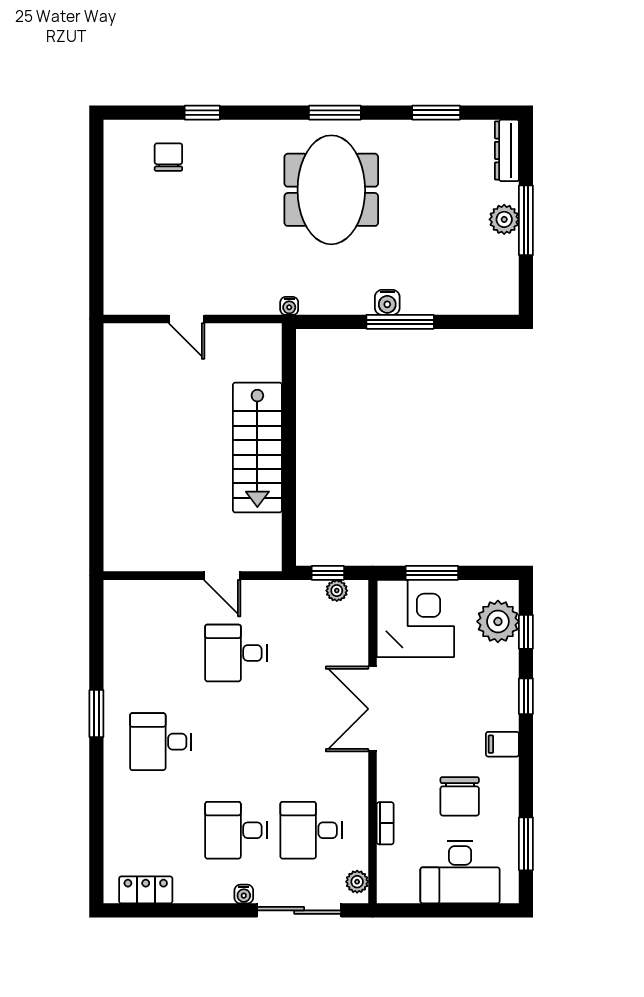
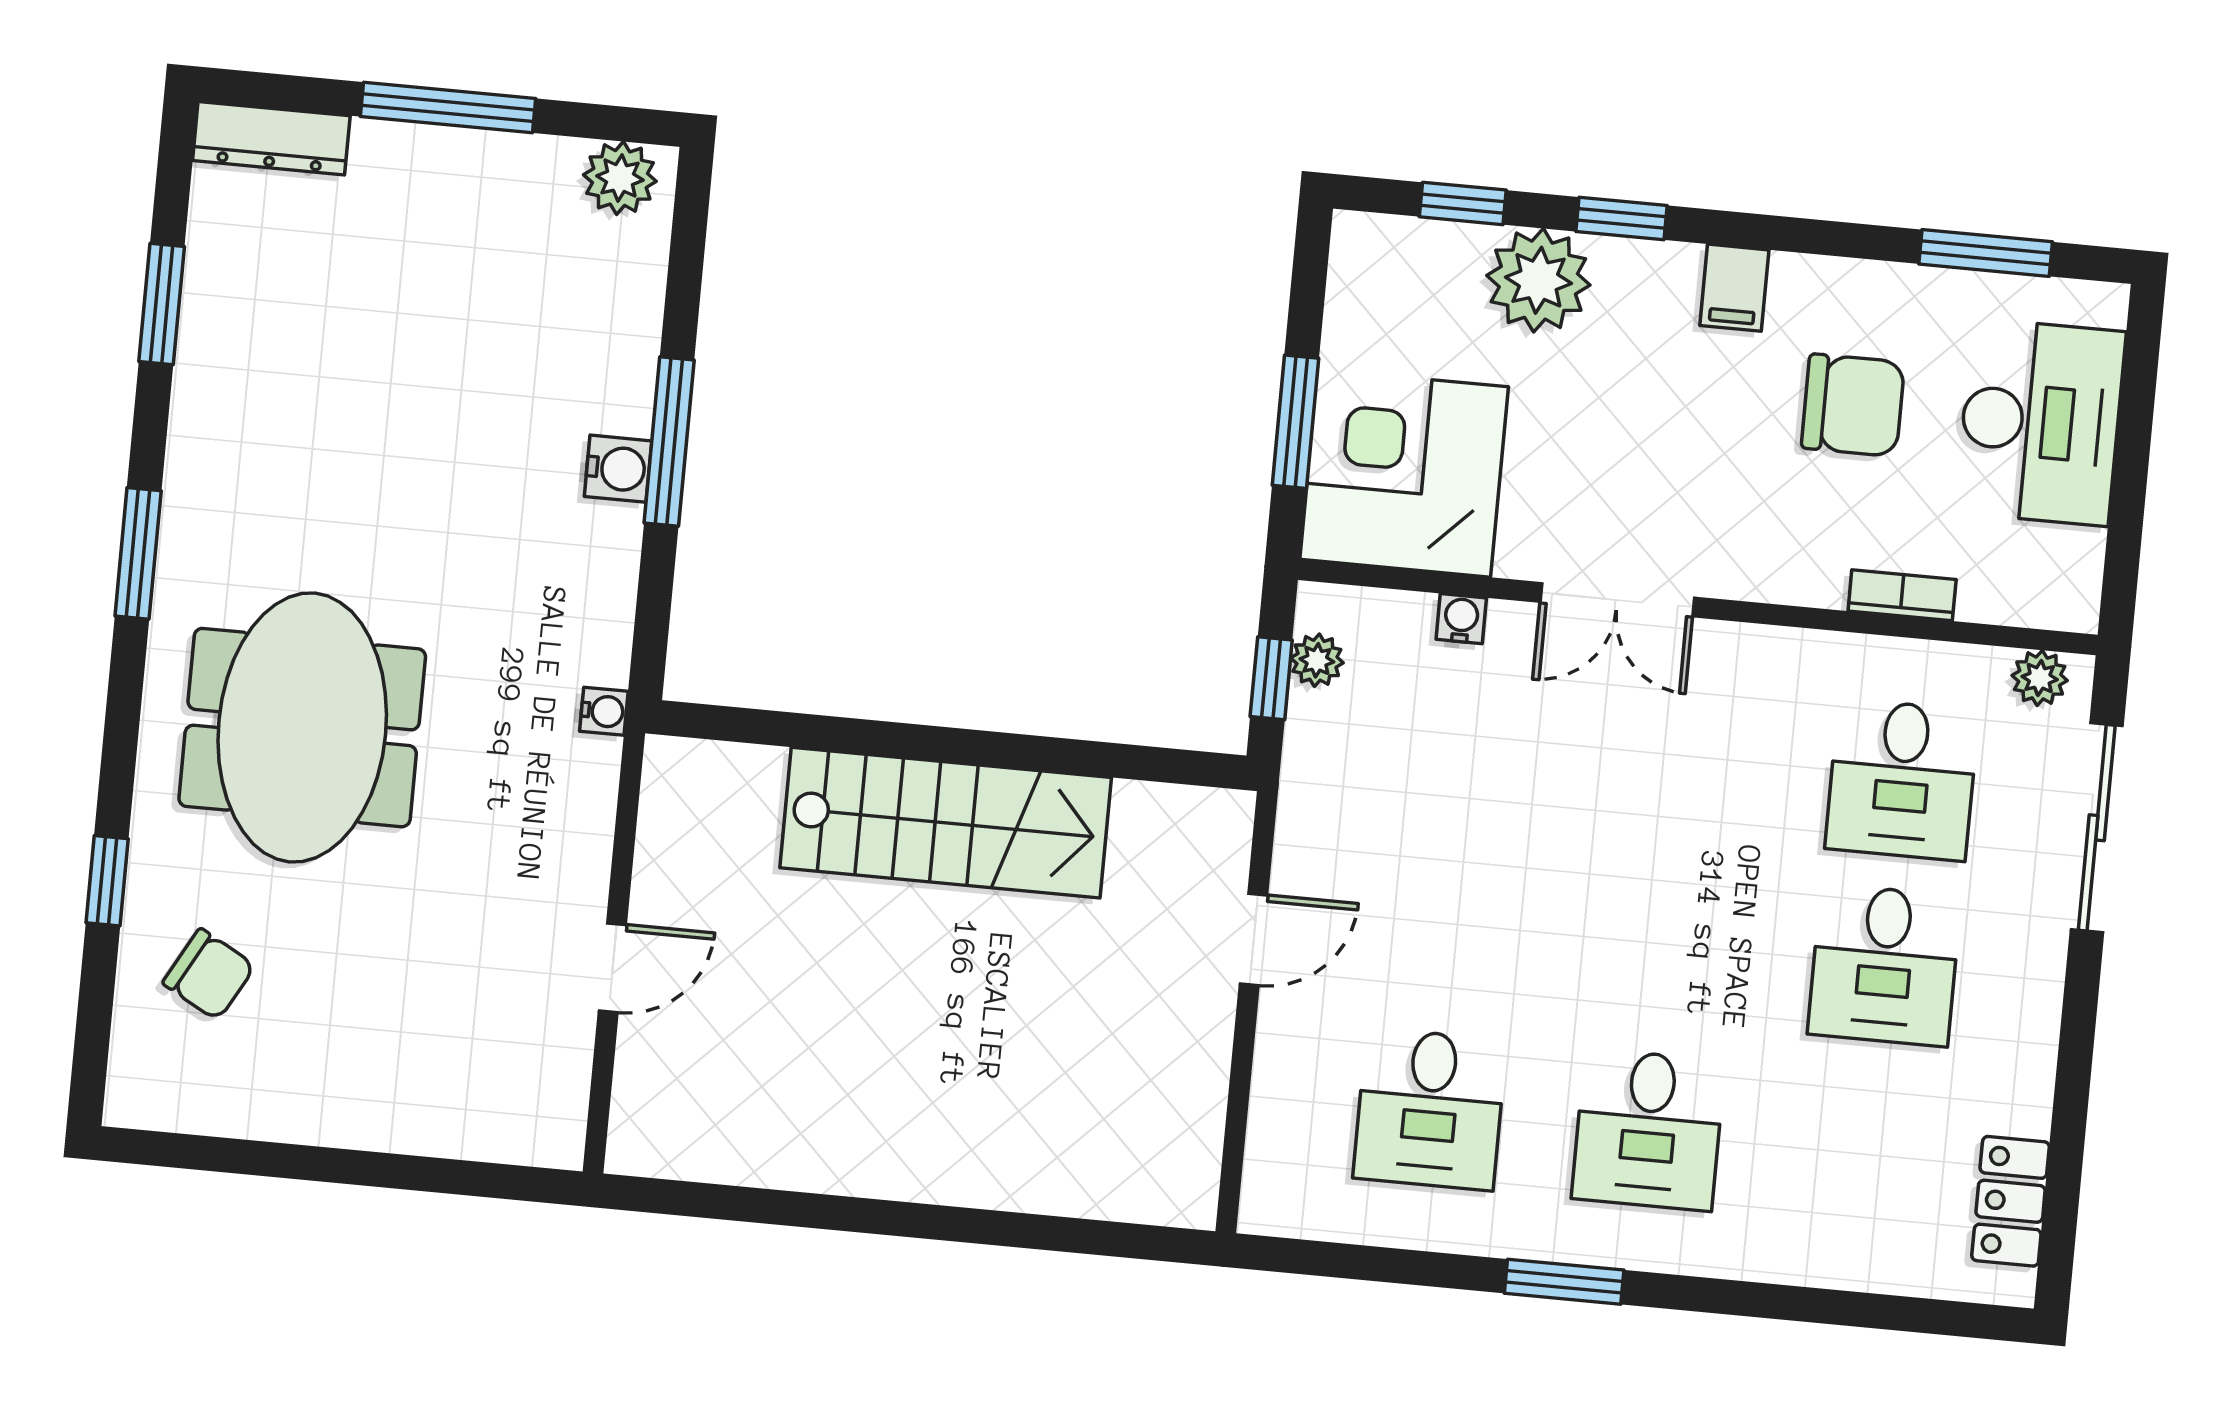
chair: (168, 157) -> (209, 974), turned -151
meeting table: (331, 190) -> (302, 728), moved, turned 90
plant: (504, 219) -> (620, 178), moved
plant: (498, 621) -> (1538, 280), moved
desk: (236, 653) -> (1430, 1109), moved
double door: (373, 709) -> (1617, 600), width x0.73
water cooler: (244, 894) -> (1461, 619), moved, turned -90

